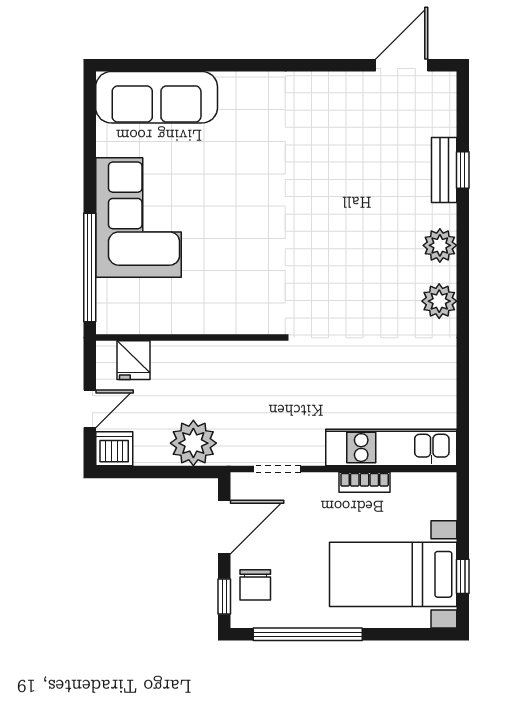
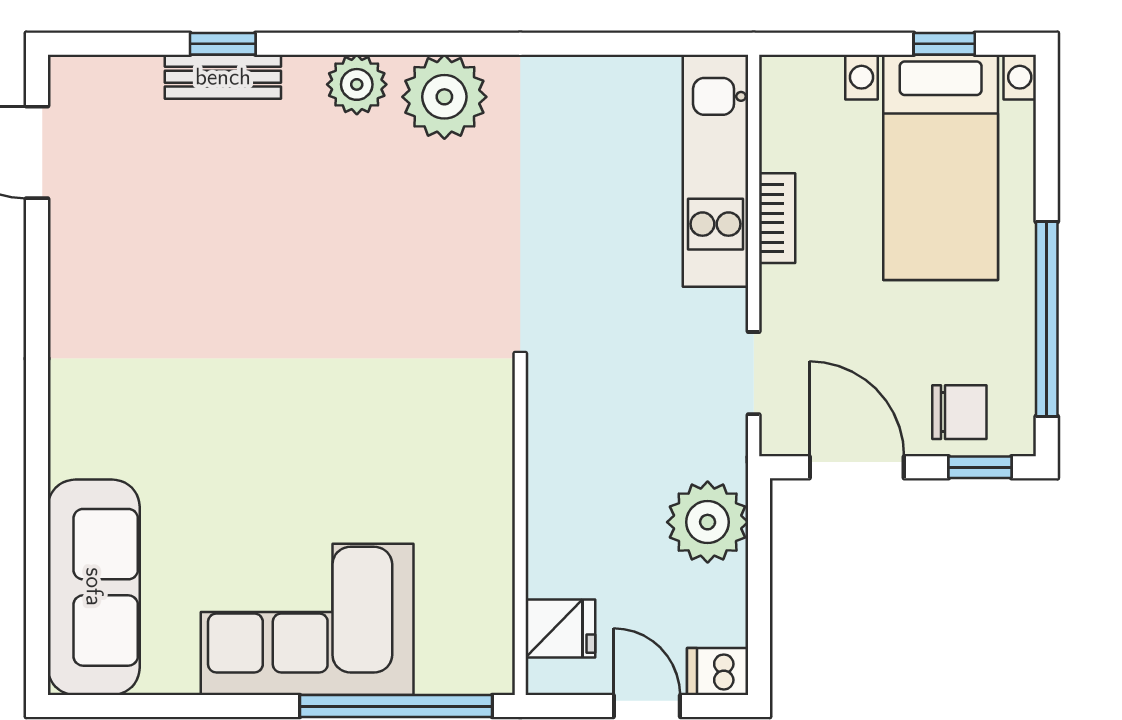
plant: (439, 301) -> (444, 97), width x1.36, depth x1.36
dishwasher: (114, 449) -> (718, 672), width x0.73

